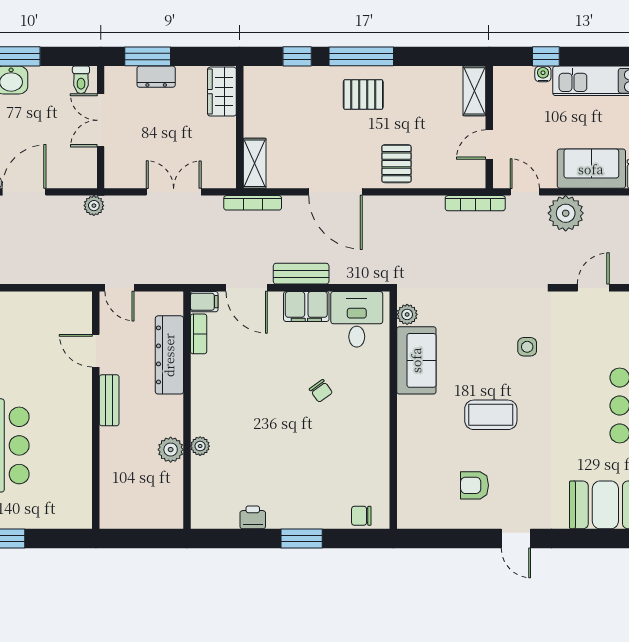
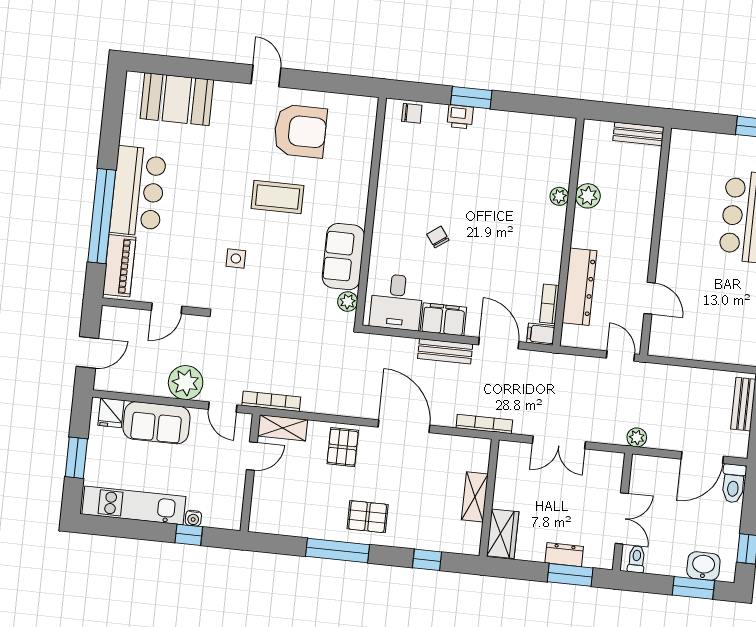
window: (361, 56) -> (338, 550), moved
shelving: (474, 91) -> (283, 428), moved, turned 90
shelving: (255, 163) -> (475, 497), moved
bench: (109, 400) -> (638, 134), moved, turned 90
armchair: (475, 485) -> (300, 131), width x1.88, depth x1.88
printer: (253, 517) -> (460, 117), moved

